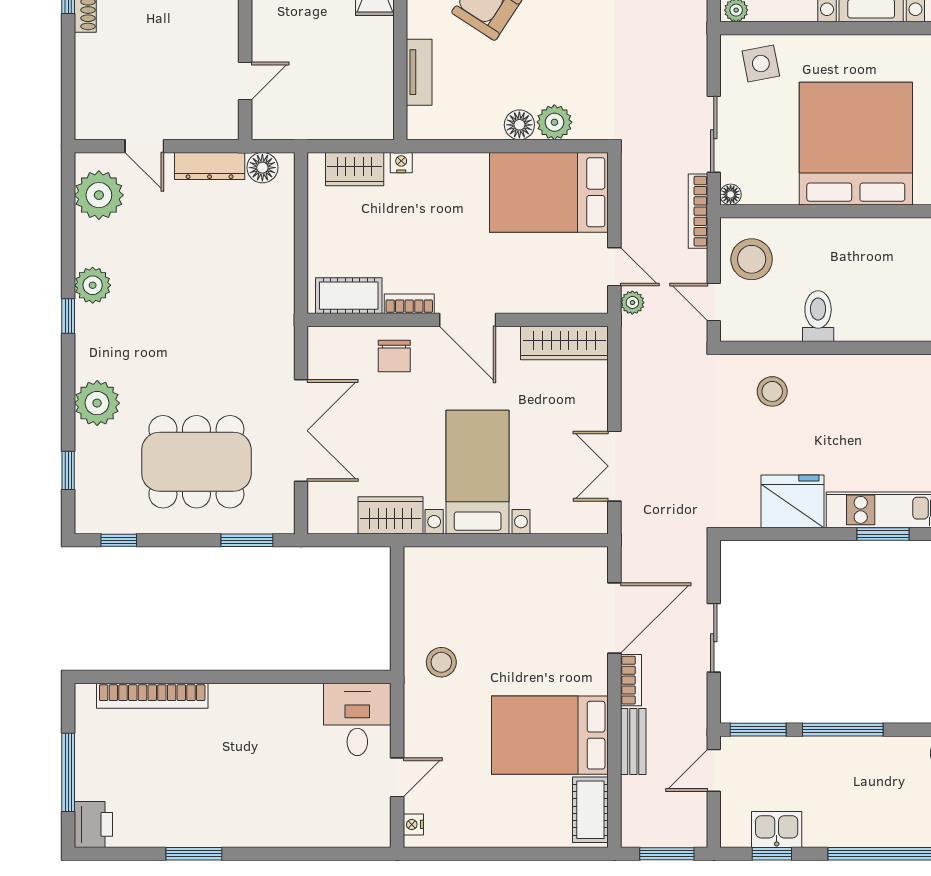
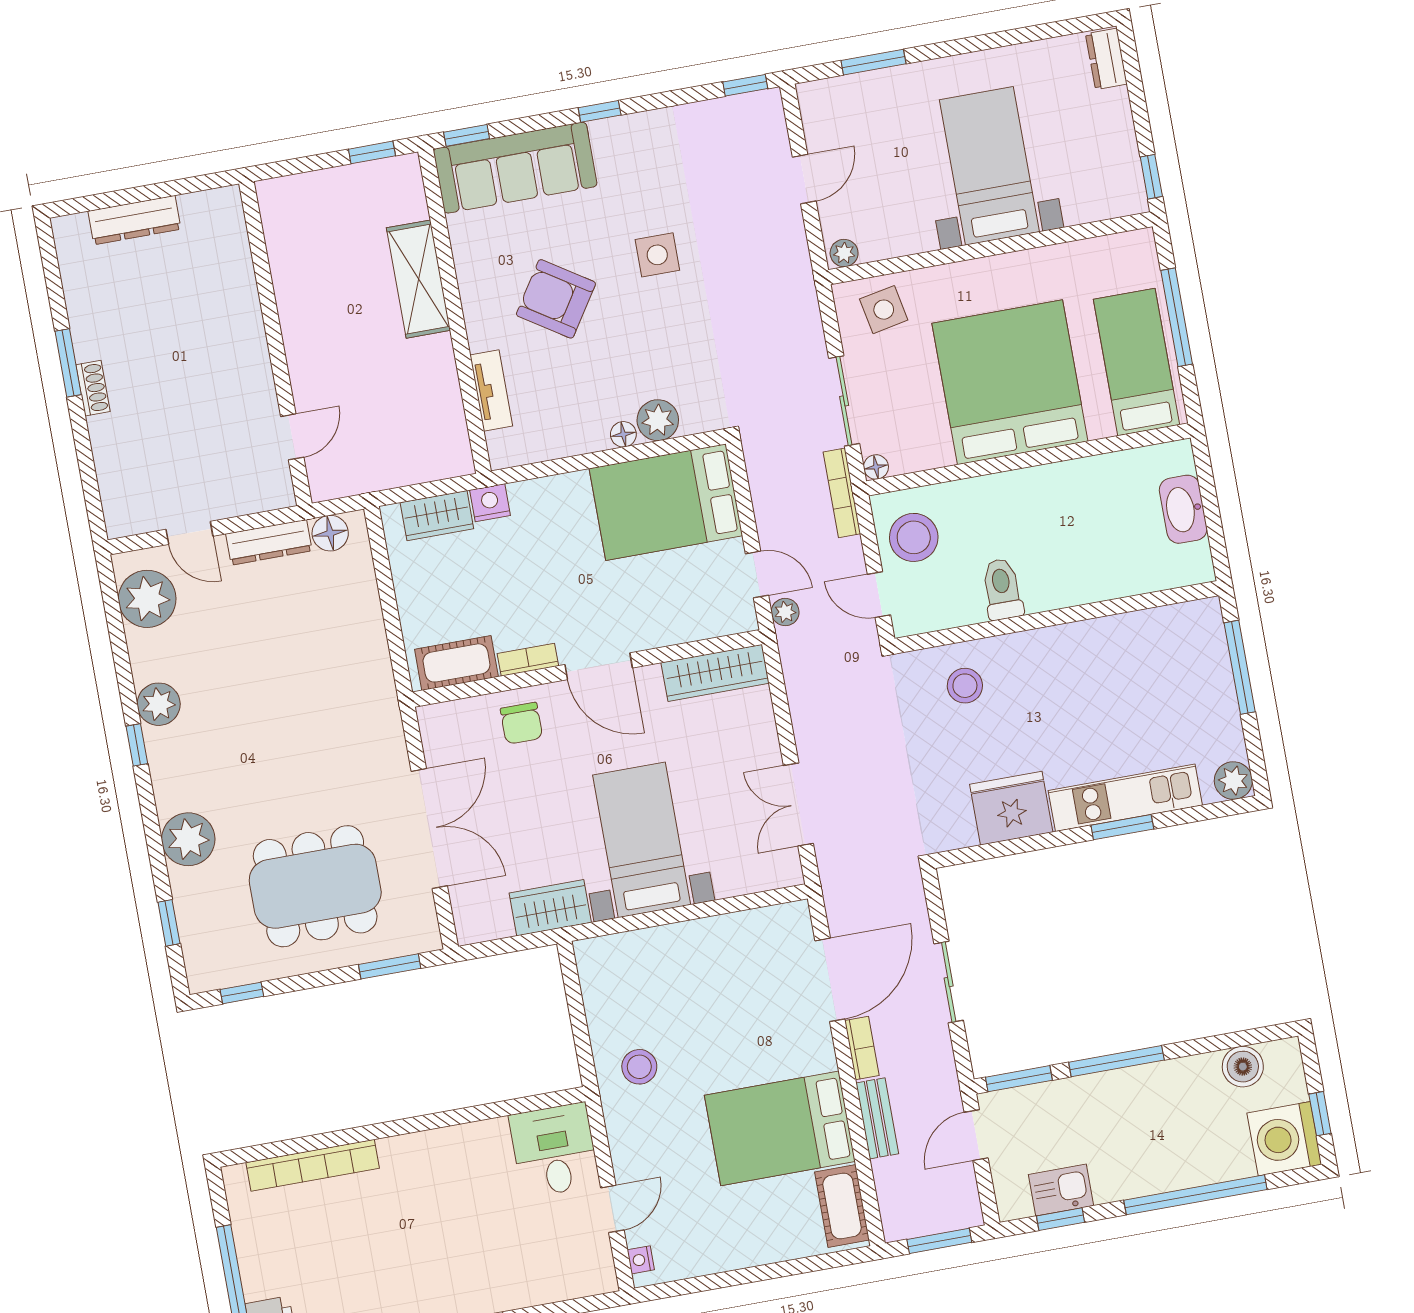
floor lamp: (519, 125) -> (623, 434), width x0.73, depth x0.73
nightstand: (401, 163) -> (490, 503), width x1.39, depth x1.35

